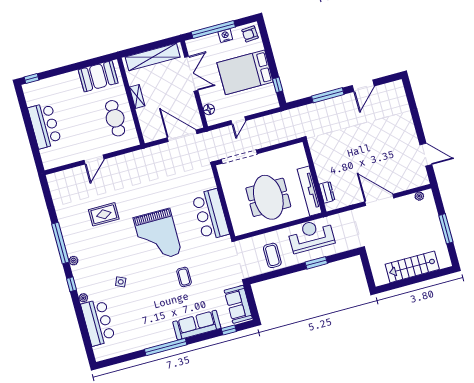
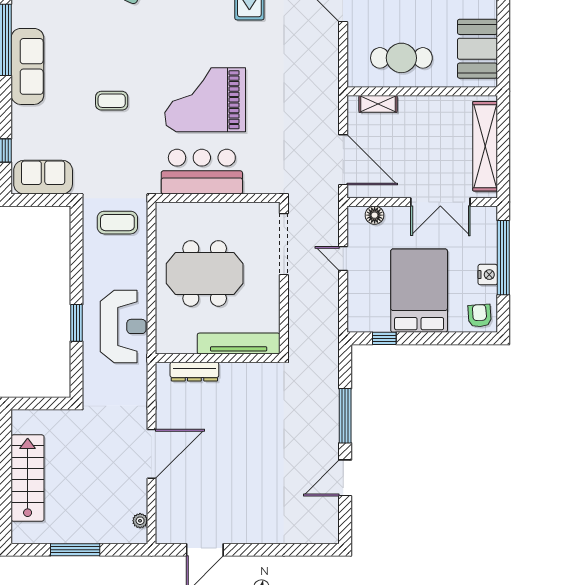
door: (363, 86) -> (345, 478), hinge flipped
shelving: (137, 96) -> (378, 104), moved
door: (182, 136) -> (343, 160), hinge flipped
tv unit: (309, 191) -> (239, 344), moved
dresser: (327, 192) -> (194, 372), width x1.44
grand piano: (157, 236) -> (205, 100), moved
coffee table: (272, 255) -> (117, 223), moved
sofa: (197, 325) -> (27, 66), moved

